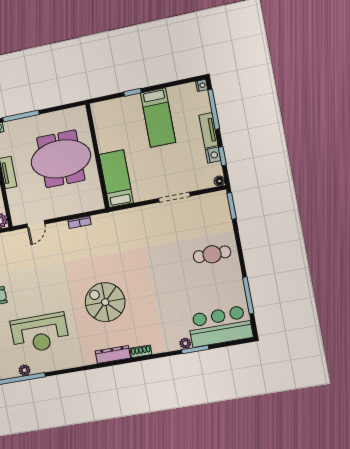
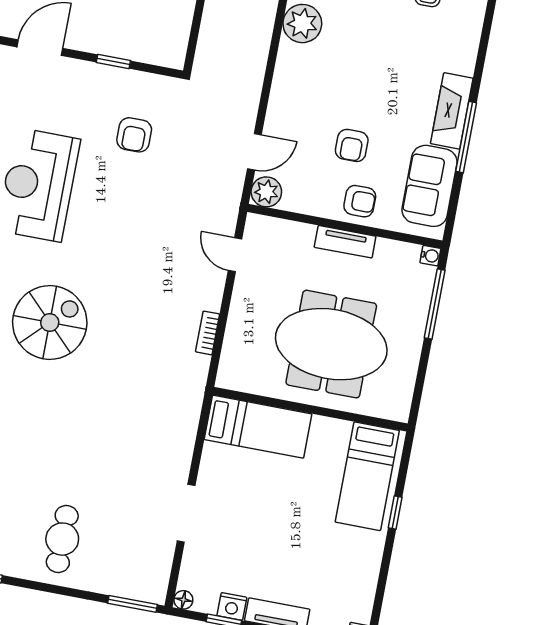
bed: (158, 118) -> (367, 476), moved, turned -90
meeting table: (61, 159) -> (331, 344), turned 90

